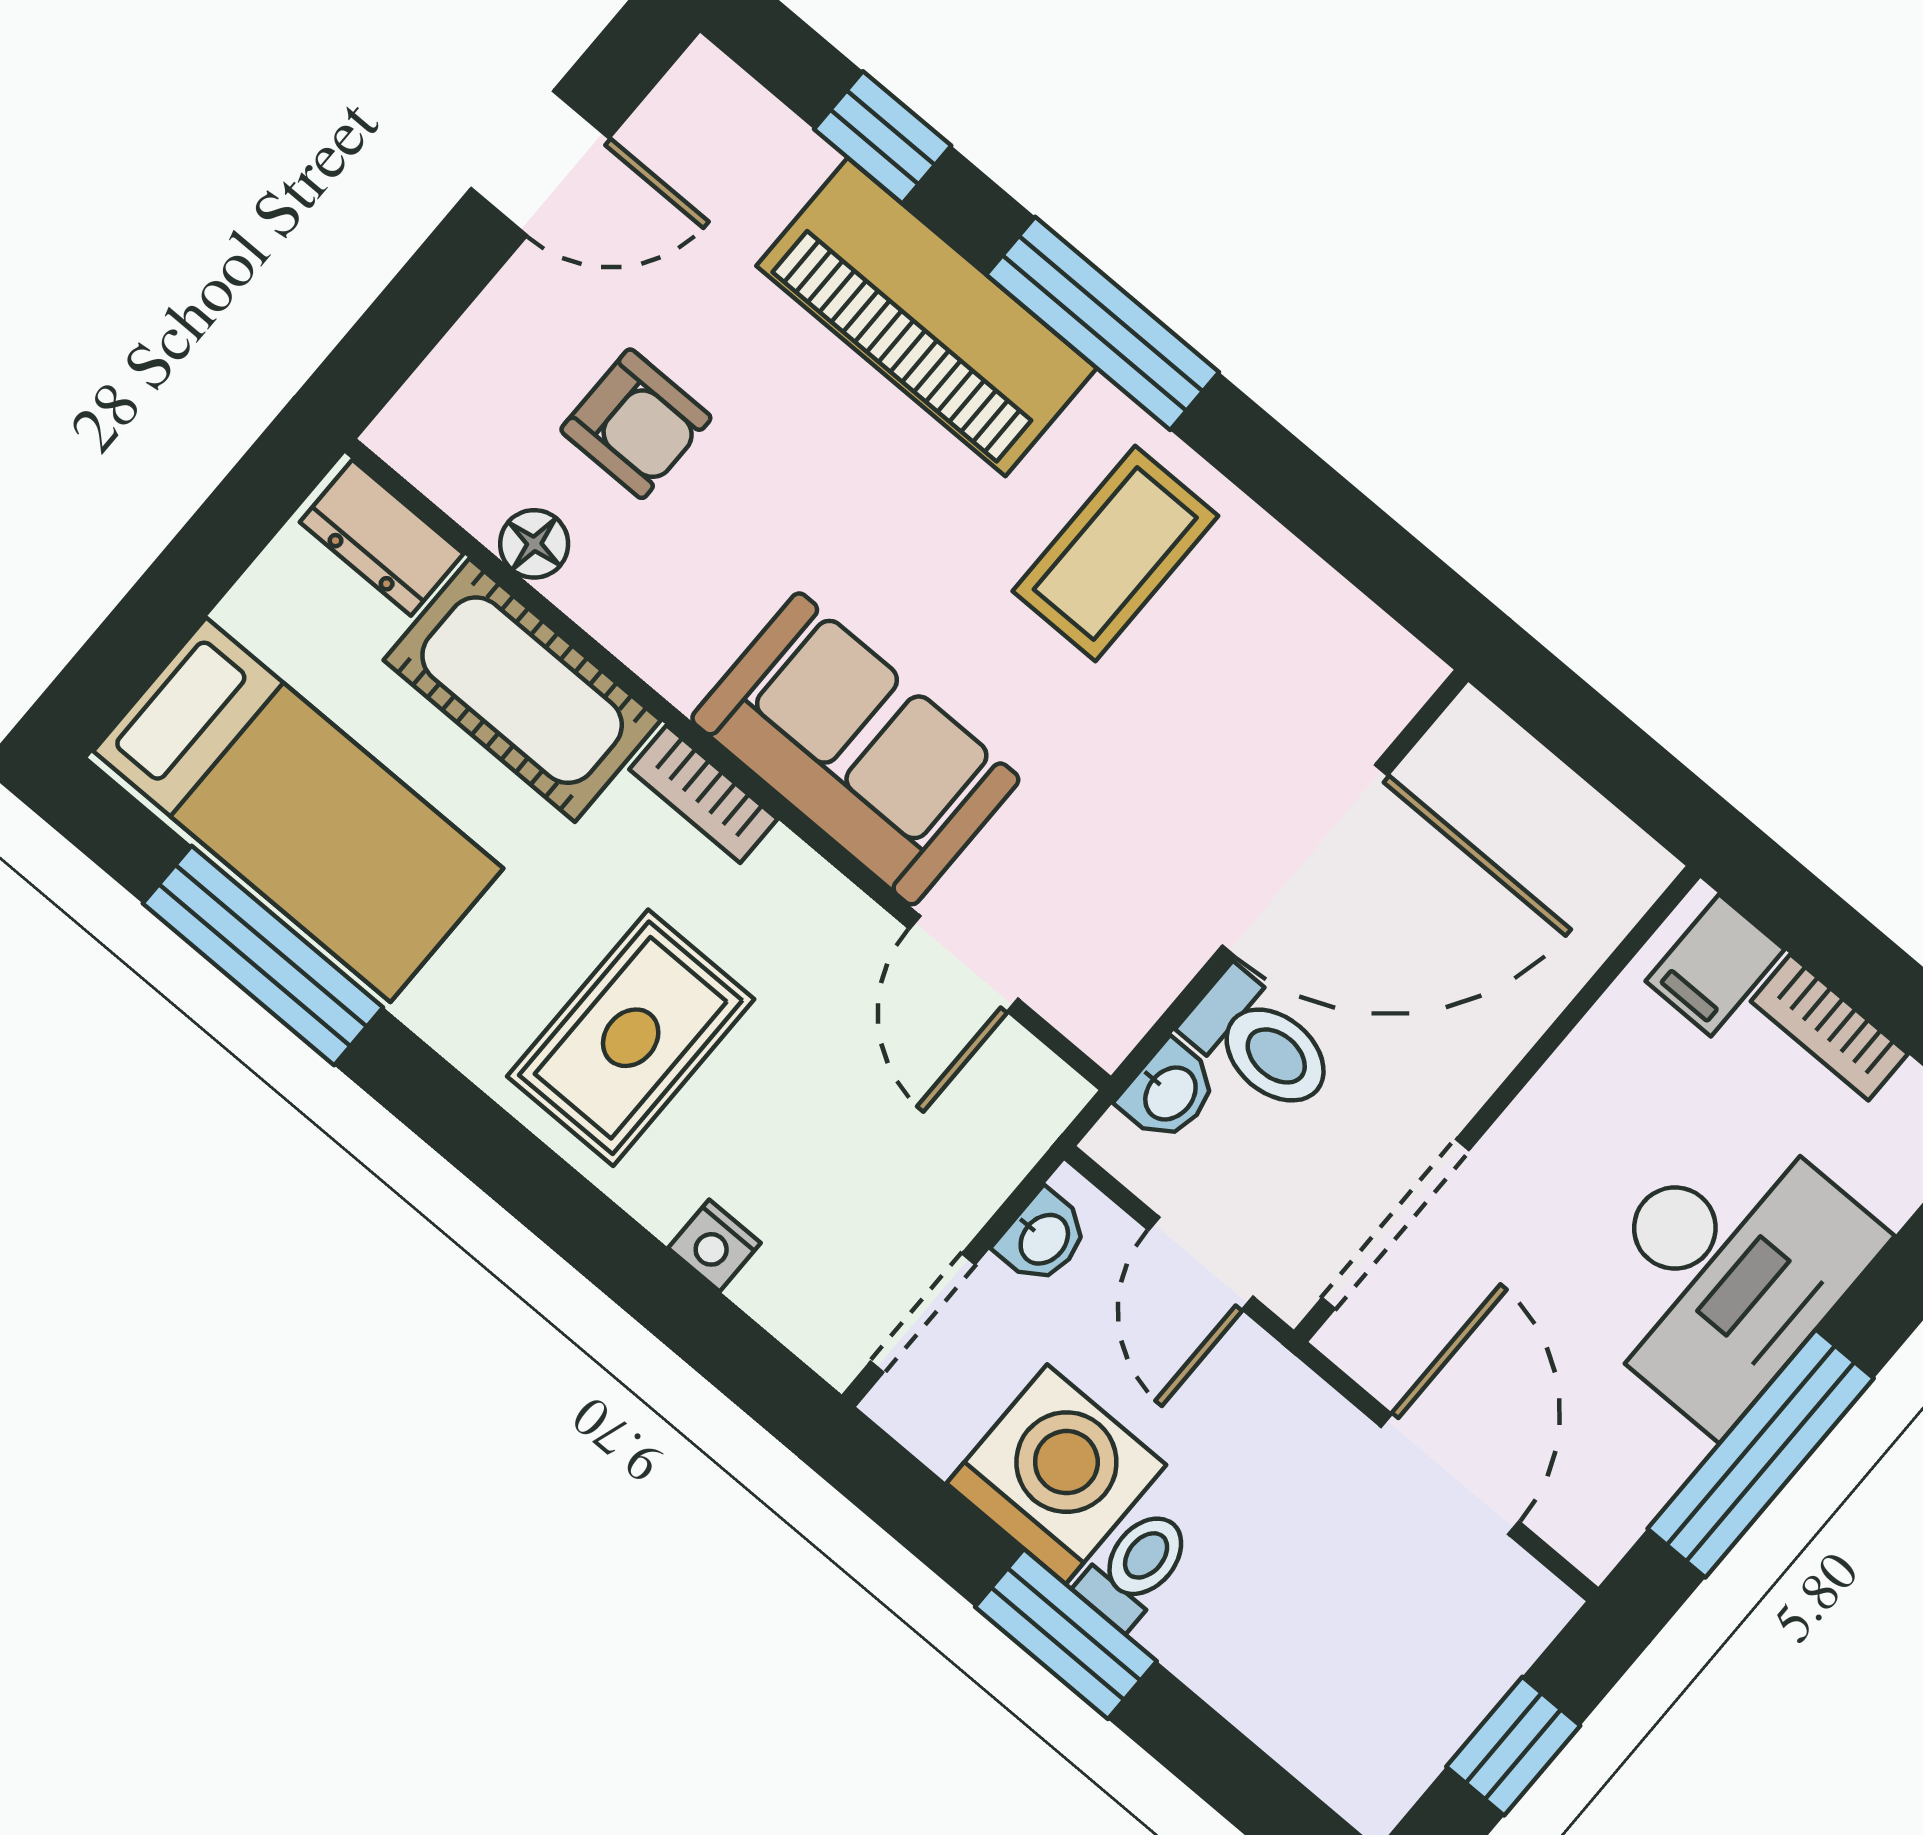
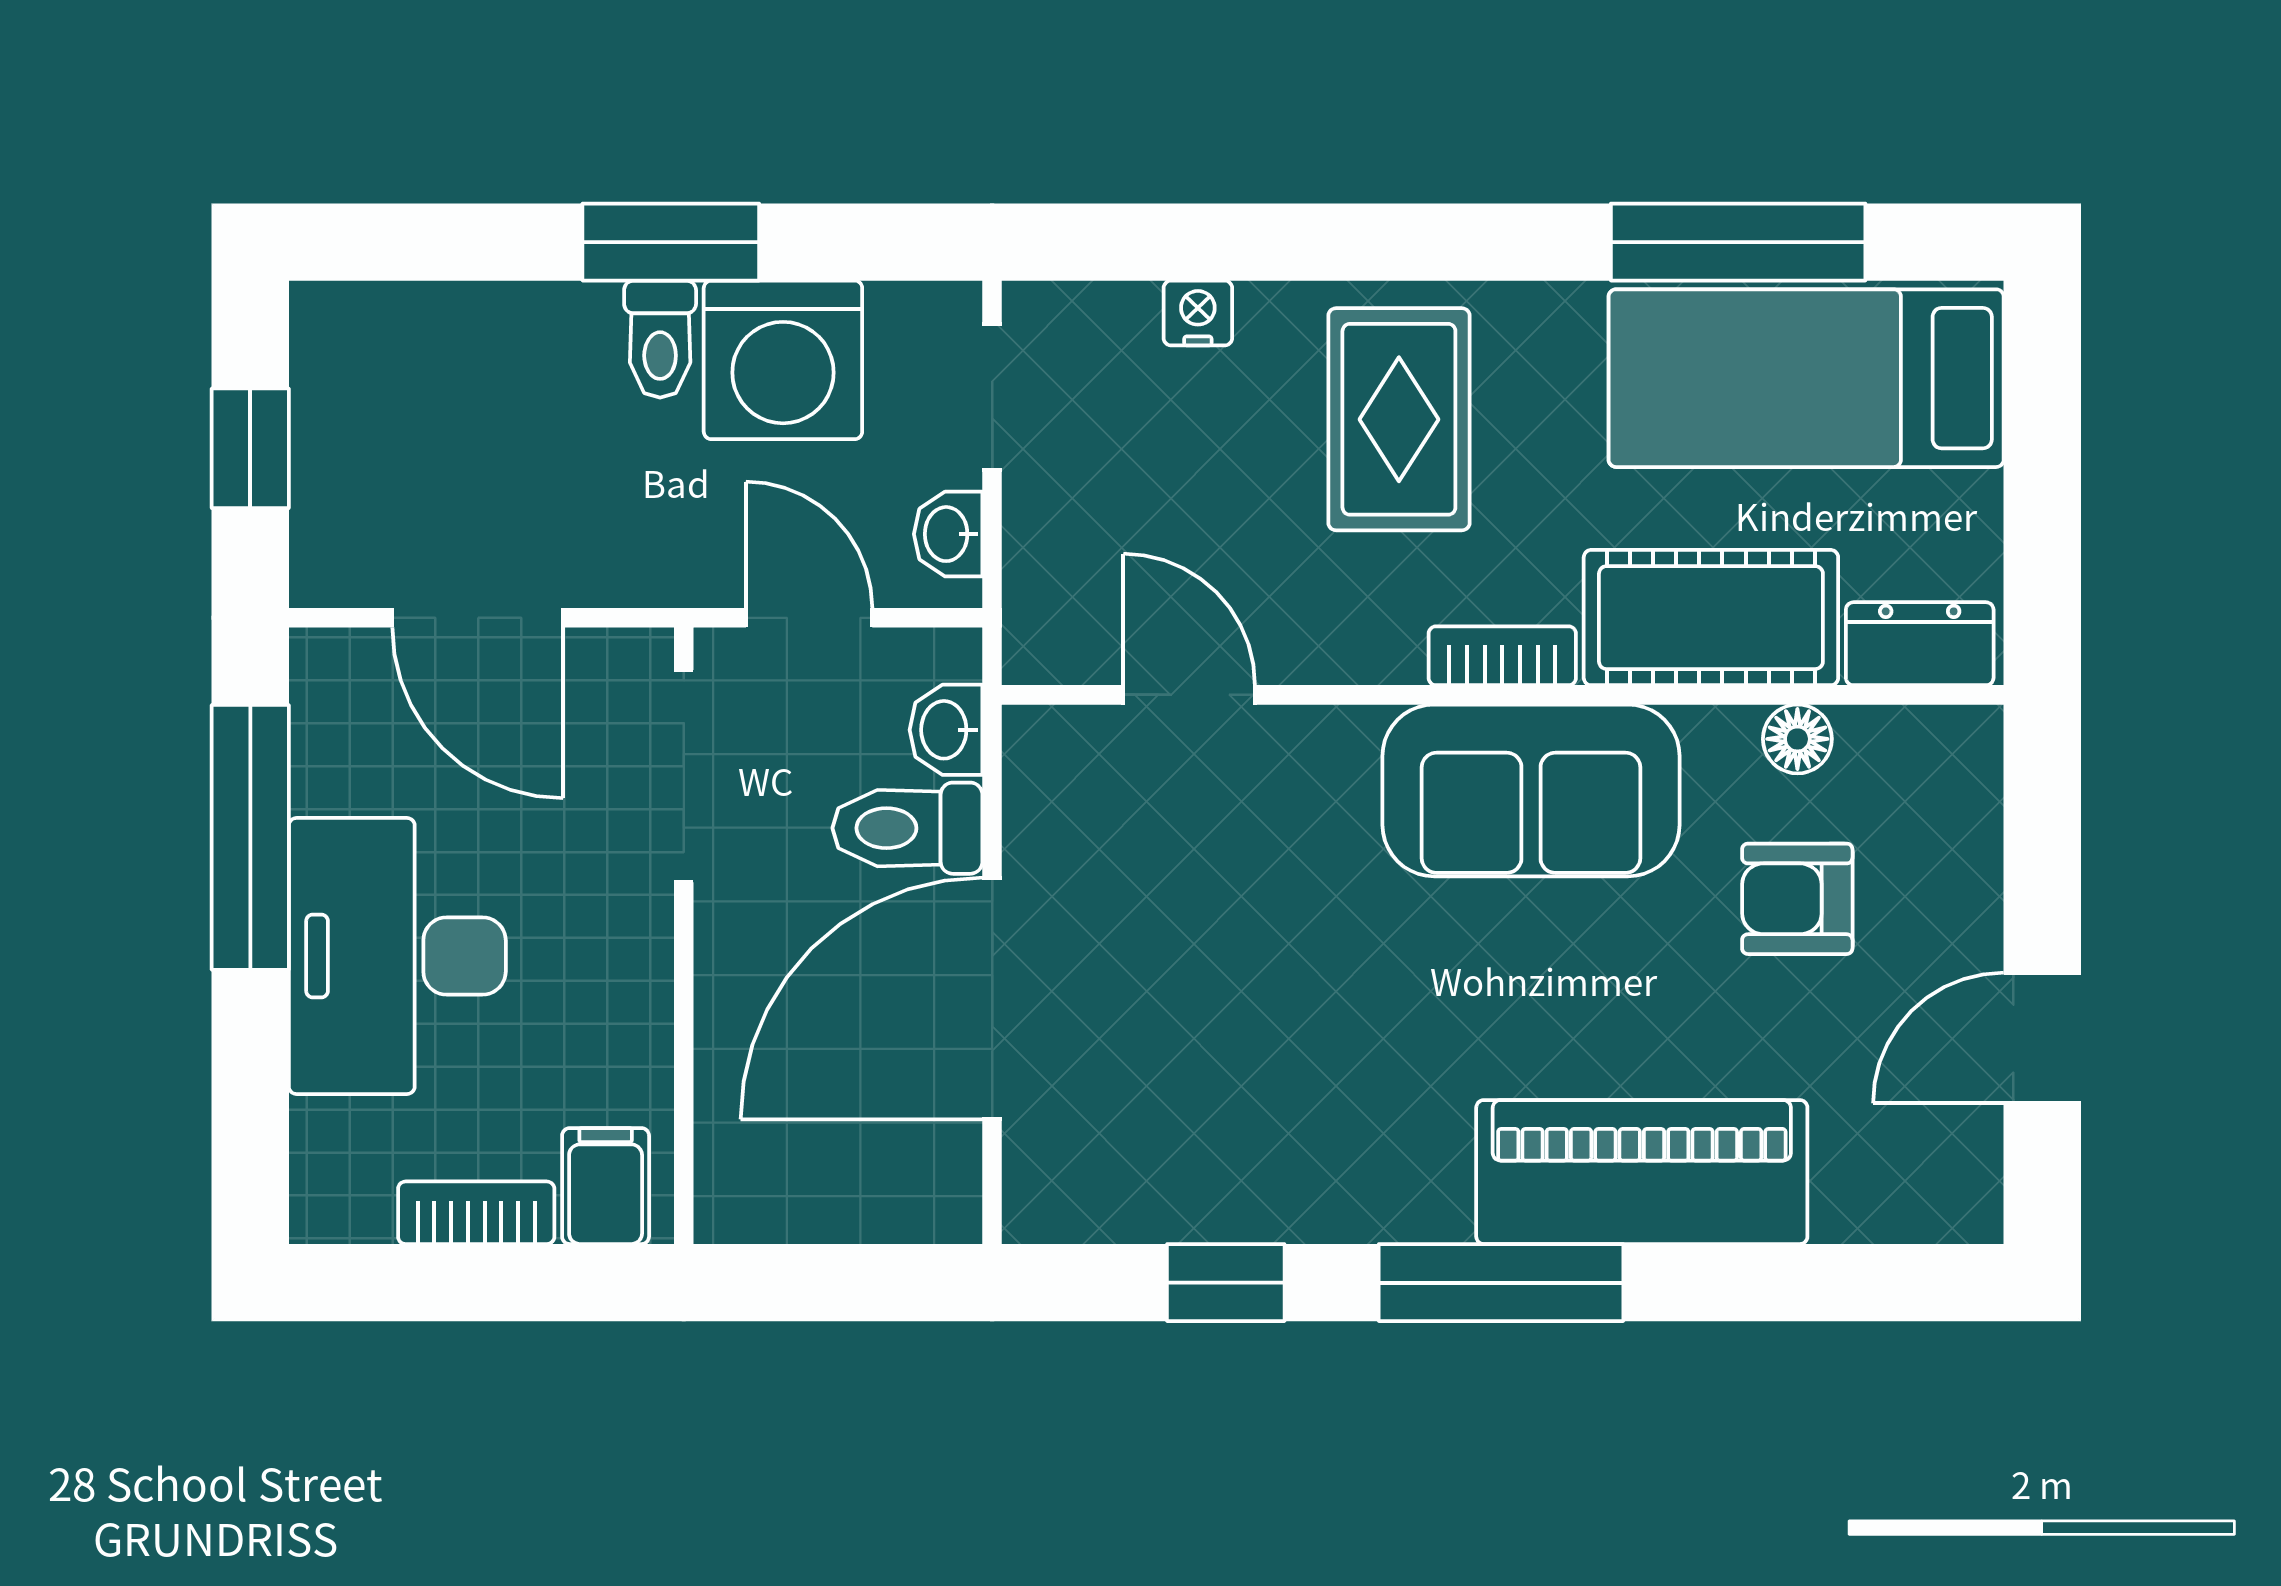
window: (883, 137) -> (1226, 1283), moved
coffee table: (1115, 554) -> (1340, 1112), removed
sofa: (855, 749) -> (1531, 790), moved

